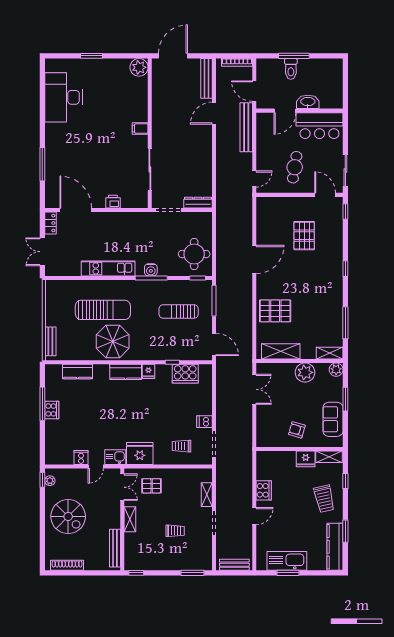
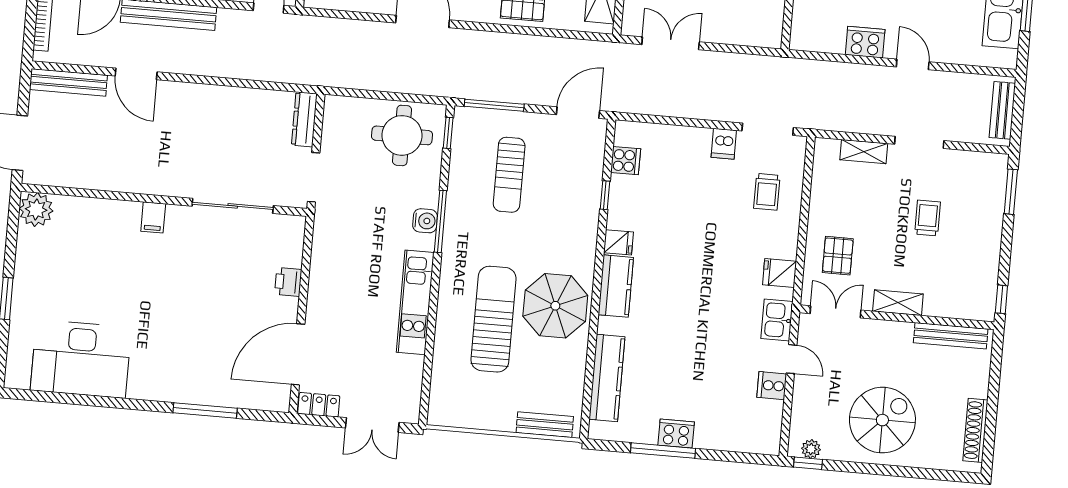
kitchen counter: (78, 371) -> (607, 378), width x1.50
cooker: (185, 374) -> (626, 161), width x0.53, depth x0.76
fridge: (140, 454) -> (780, 273), width x0.53, depth x0.75

